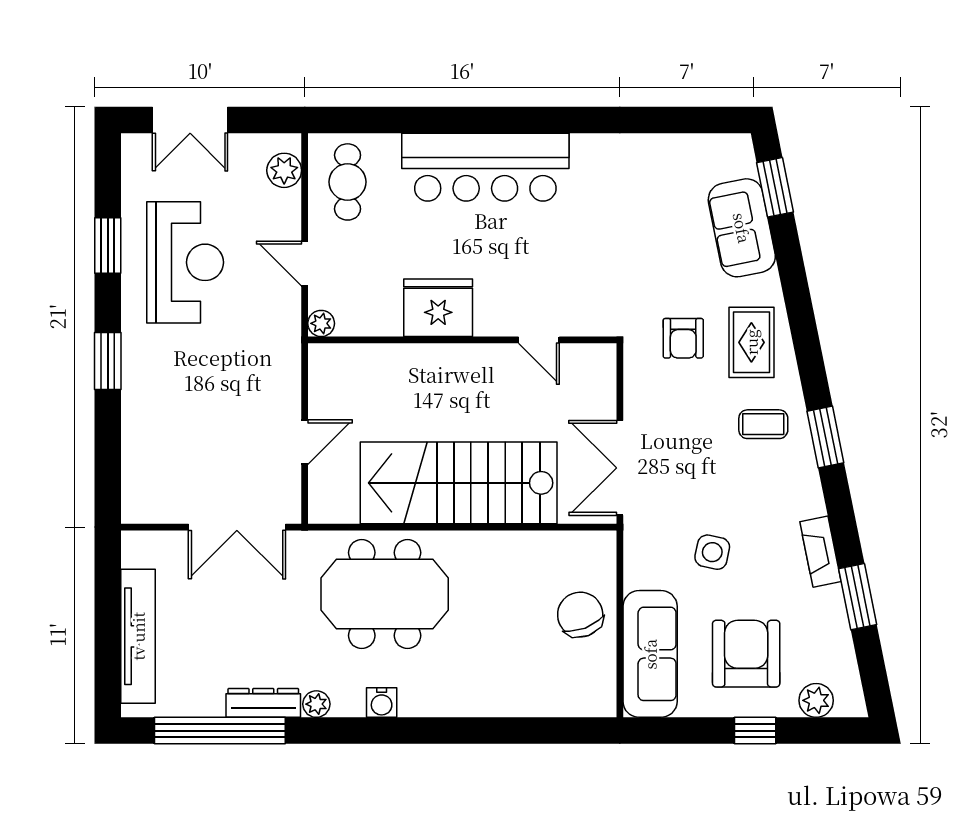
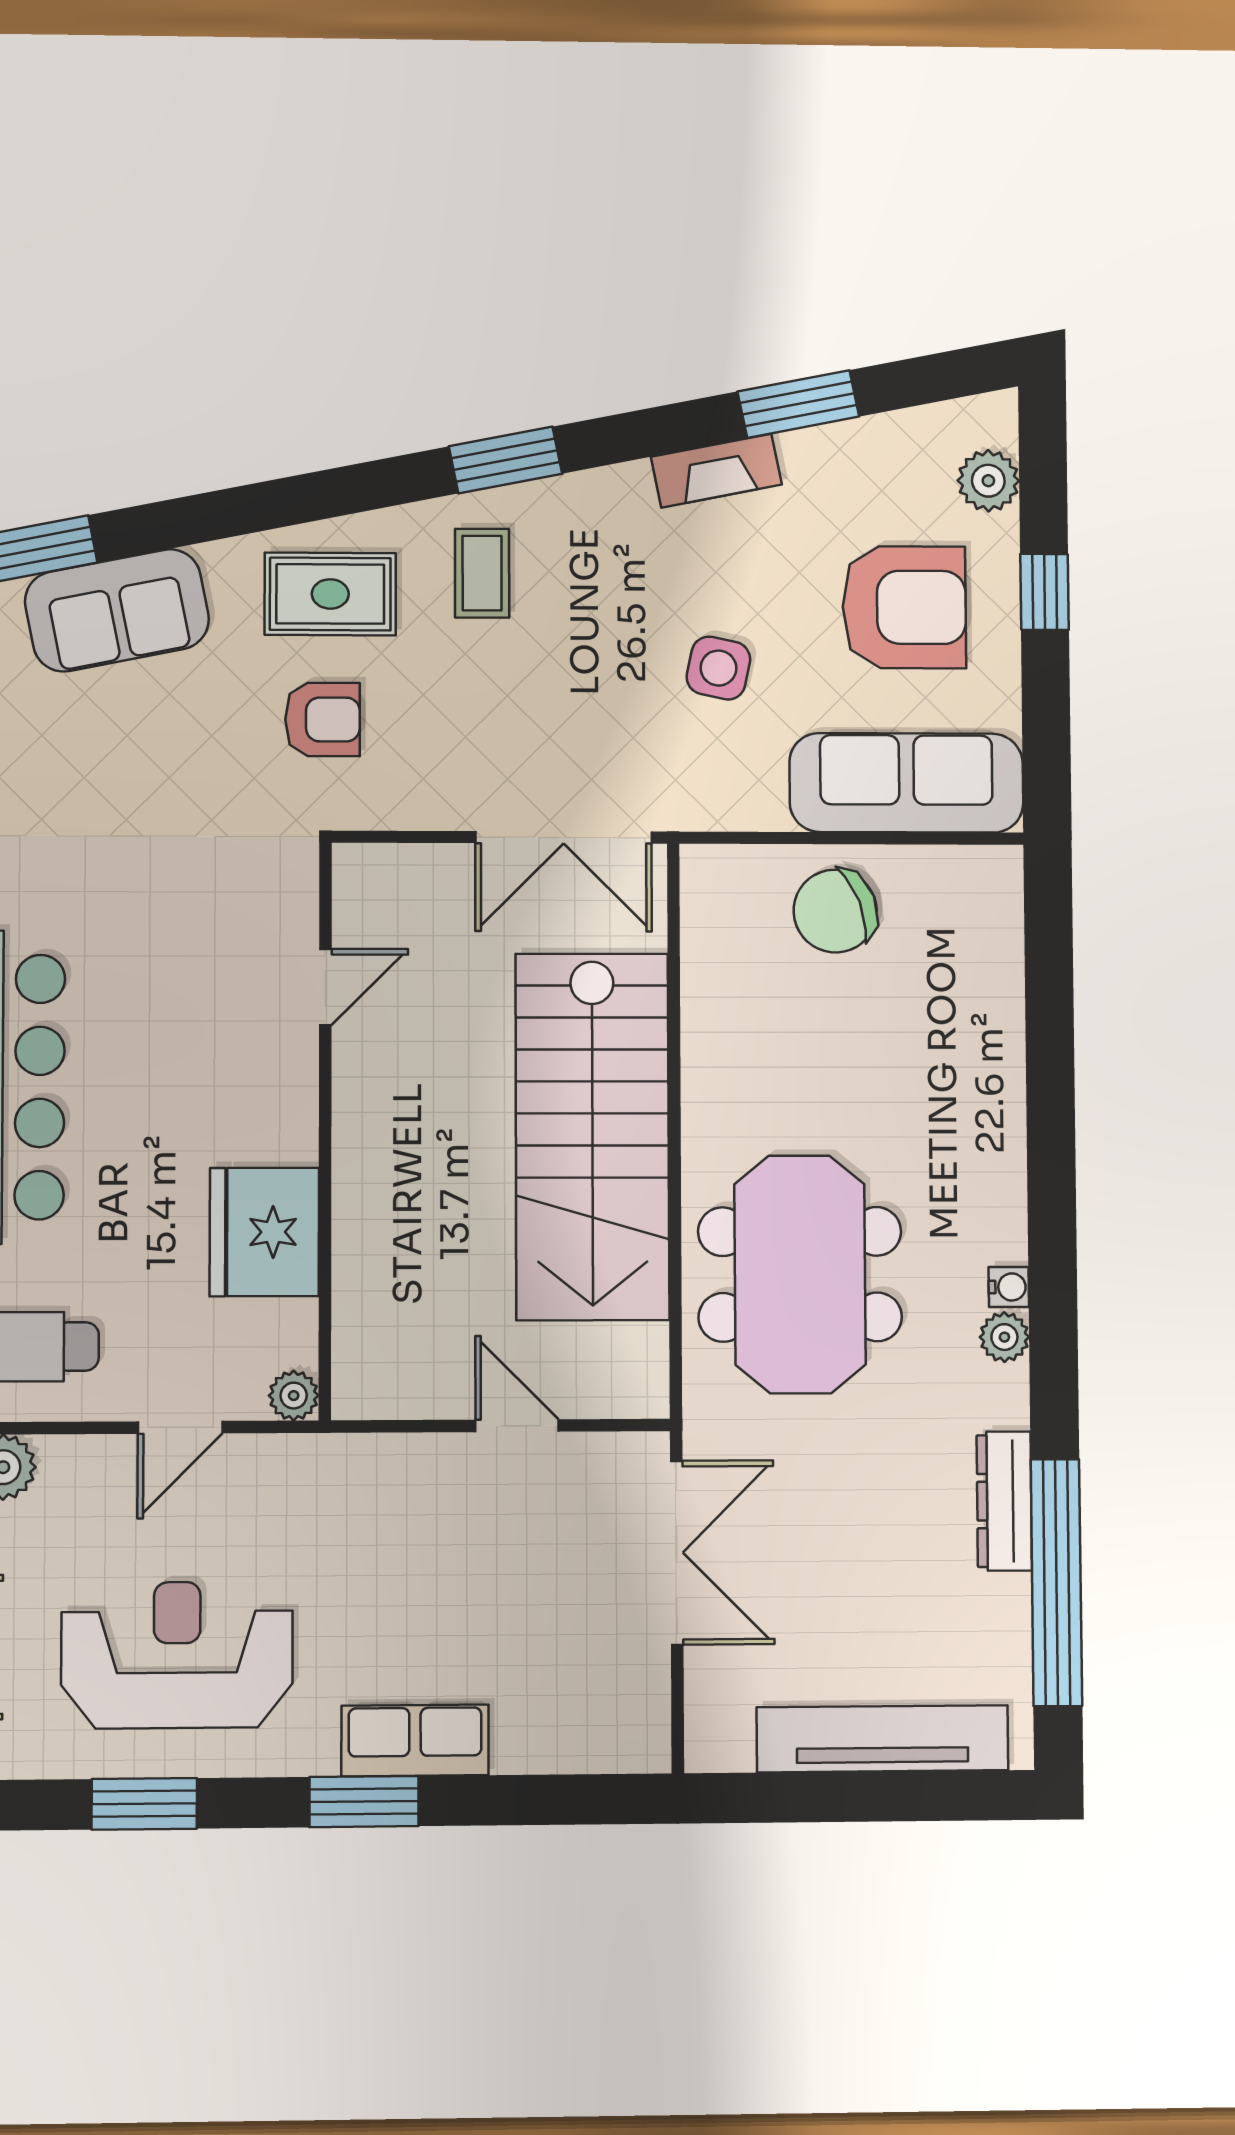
fridge: (438, 308) -> (264, 1232), moved
row of seats: (139, 388) -> (415, 1740), added
armchair: (746, 654) -> (904, 607), turned 180
water cooler: (382, 703) -> (1009, 1287), width x0.72, depth x0.72
plant: (316, 704) -> (1004, 1337), moved

